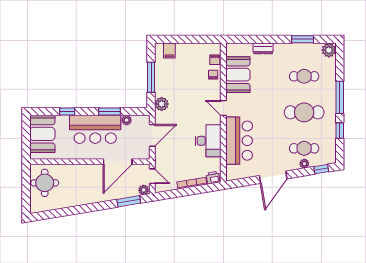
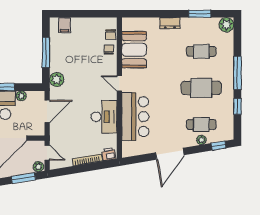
dresser: (263, 48) -> (170, 23), moved

